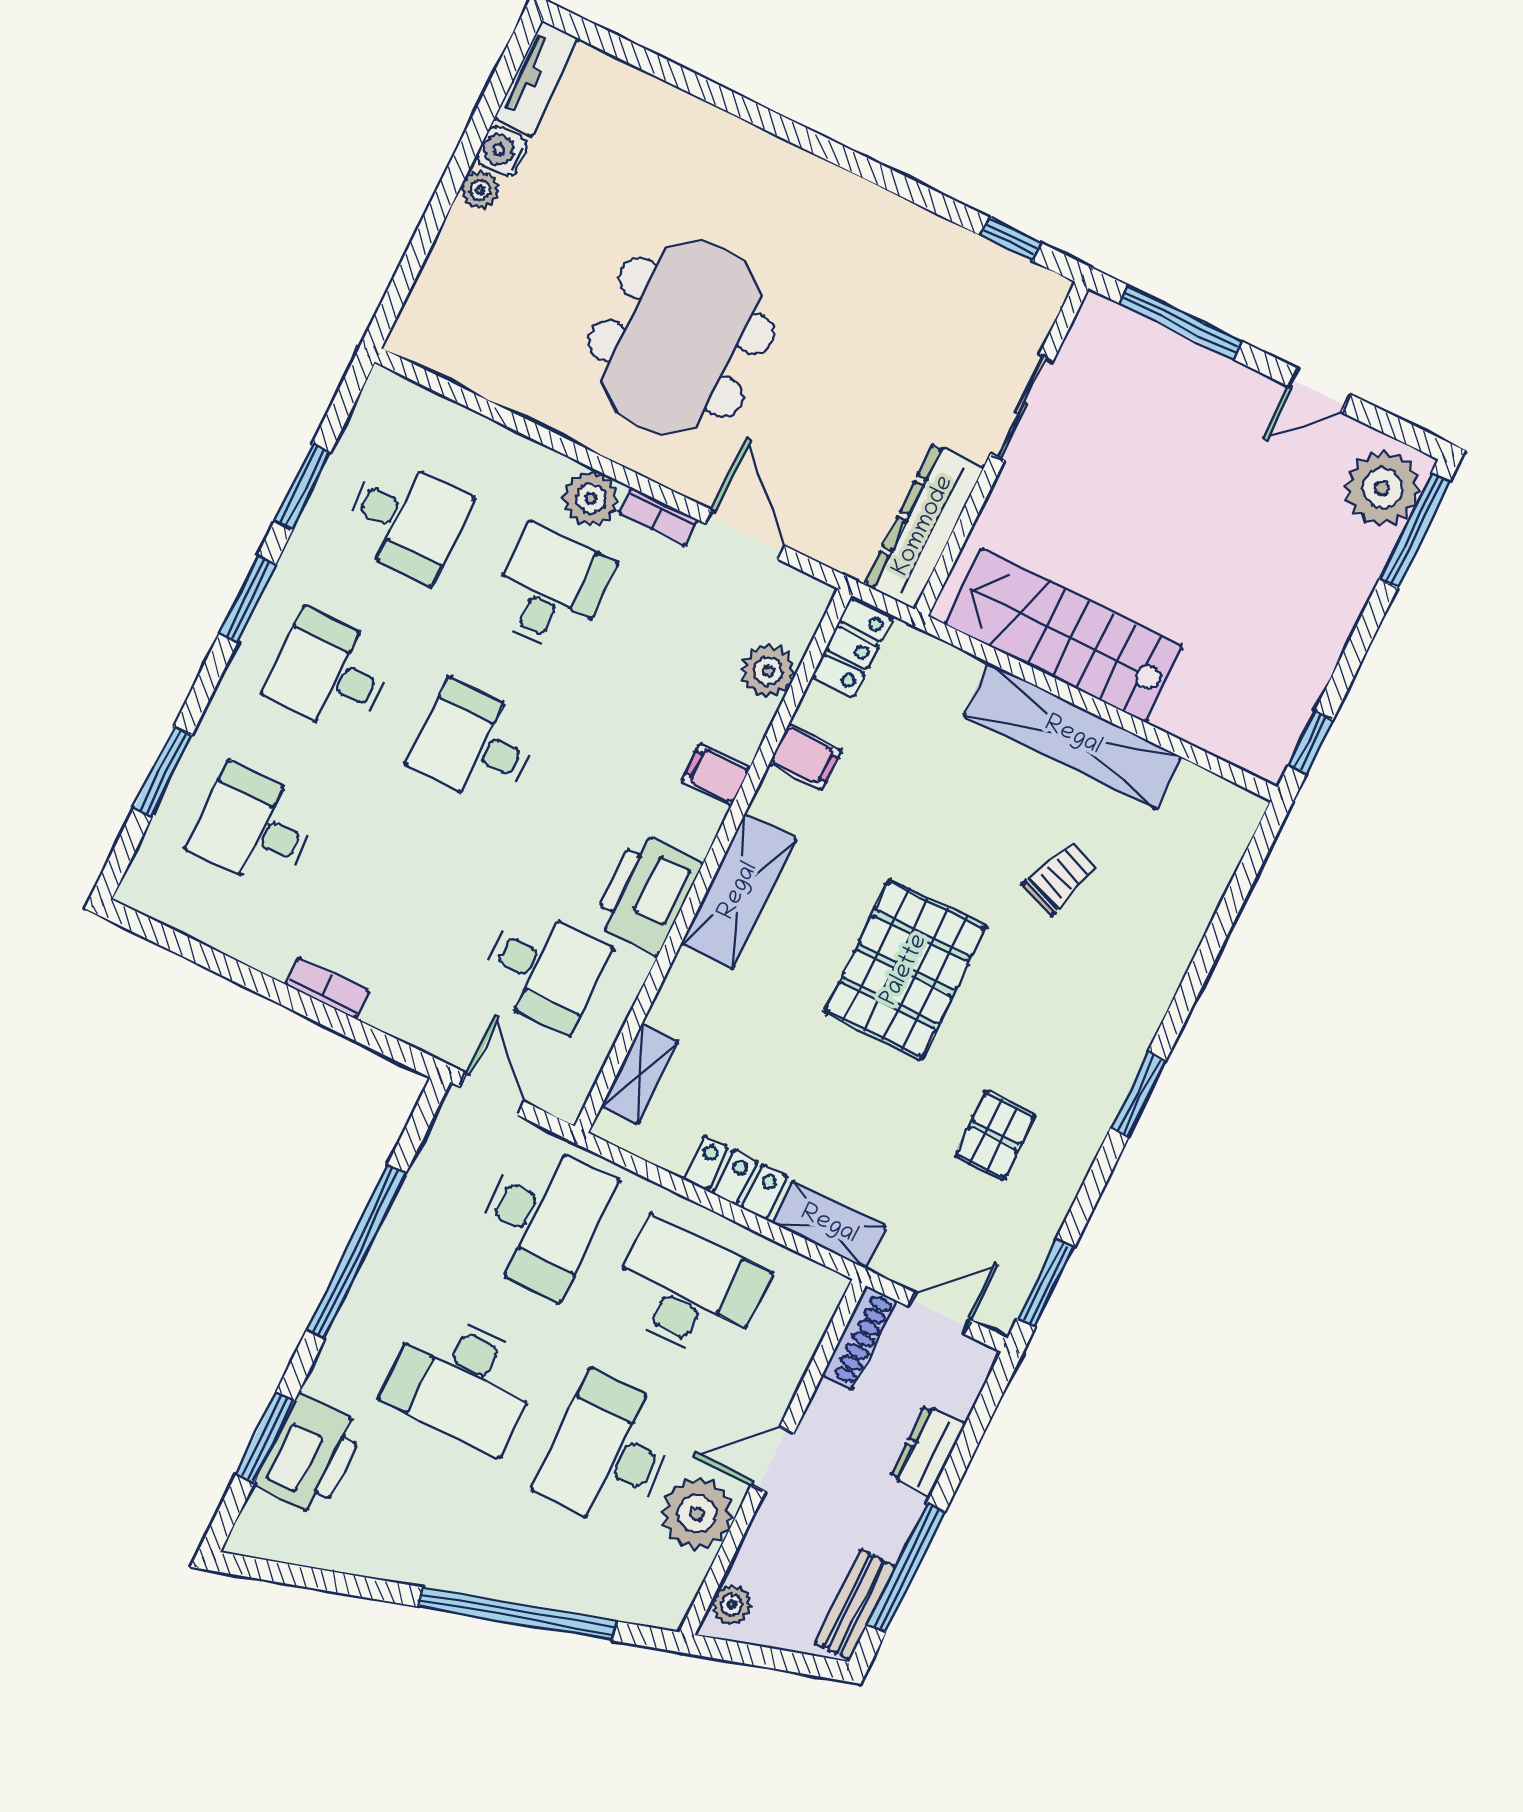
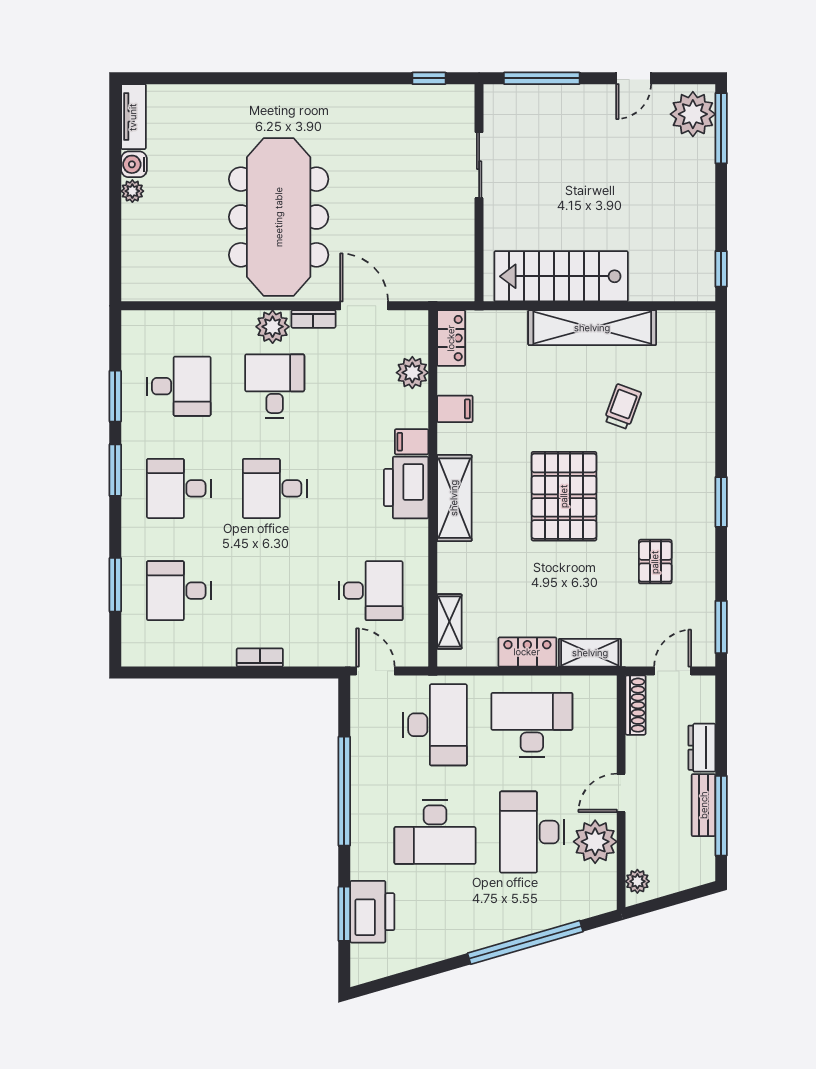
meeting table: (681, 337) -> (279, 217), width x1.36
dresser: (924, 526) -> (458, 254), removed
printer: (647, 894) -> (406, 488), moved
bench: (855, 1605) -> (704, 805), moved

